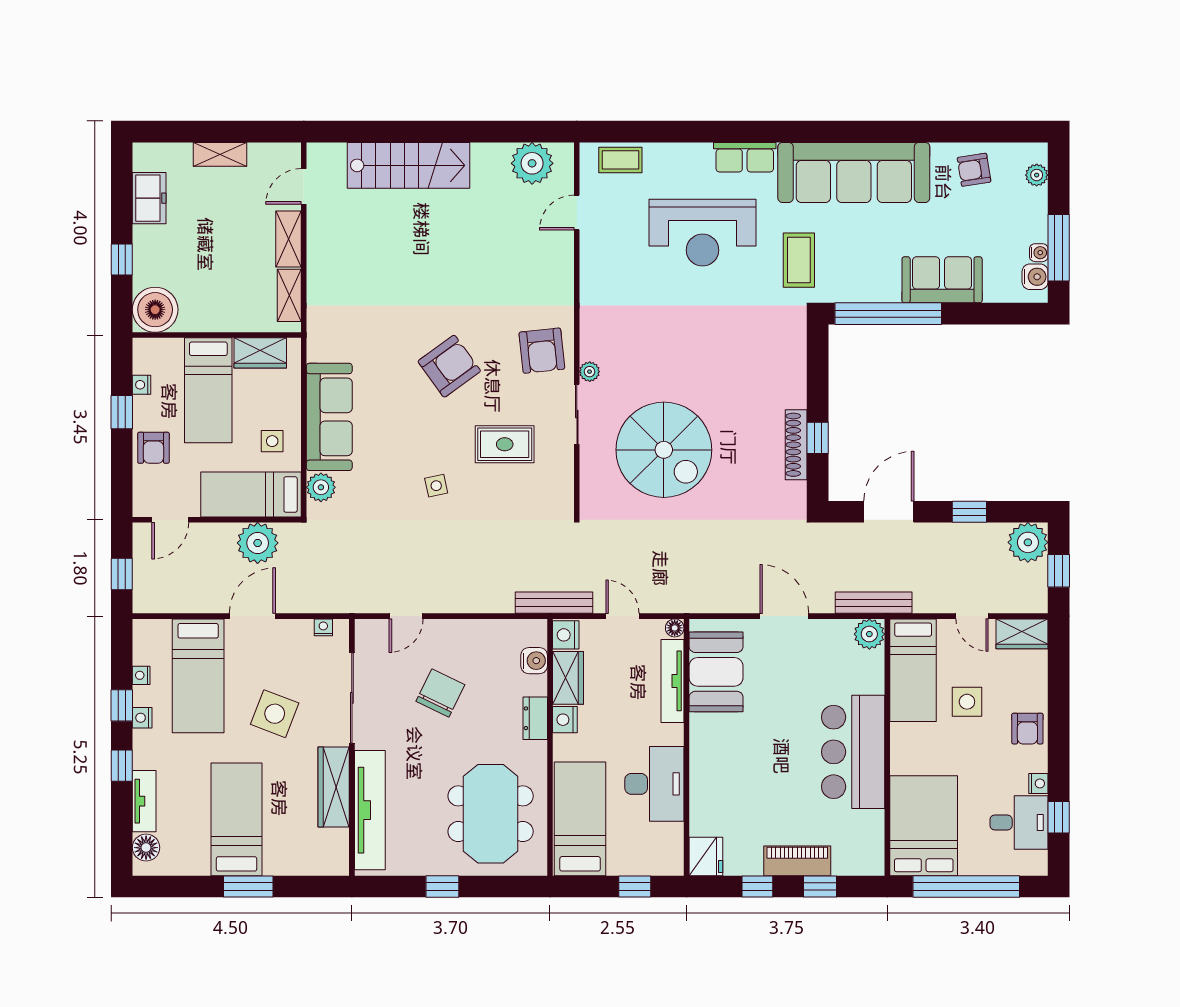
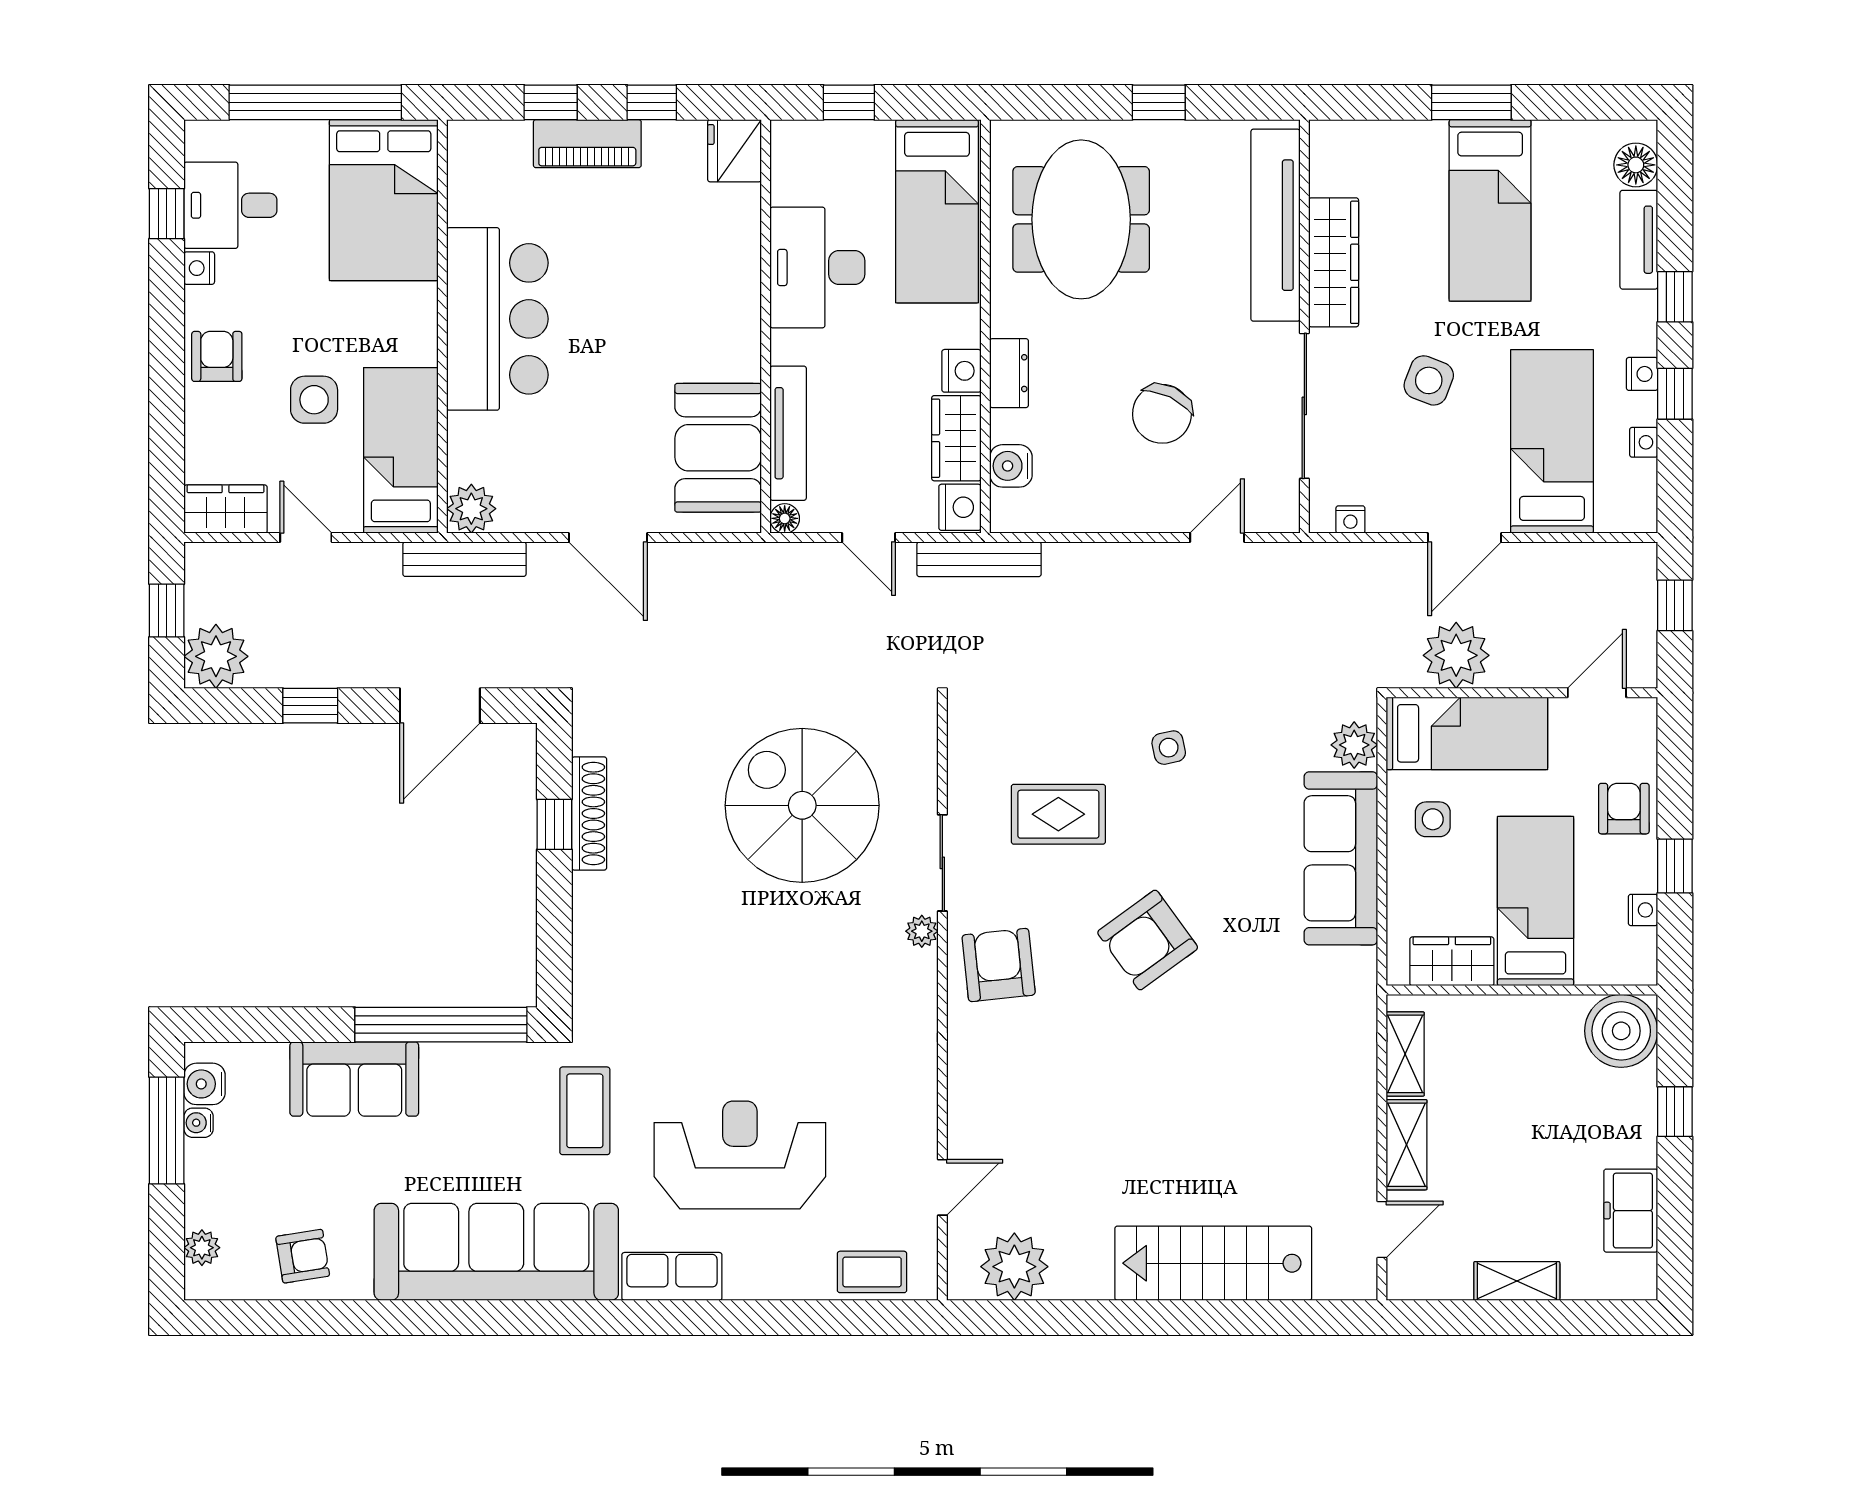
side table: (275, 714) -> (1429, 380), width x0.73, depth x0.73

